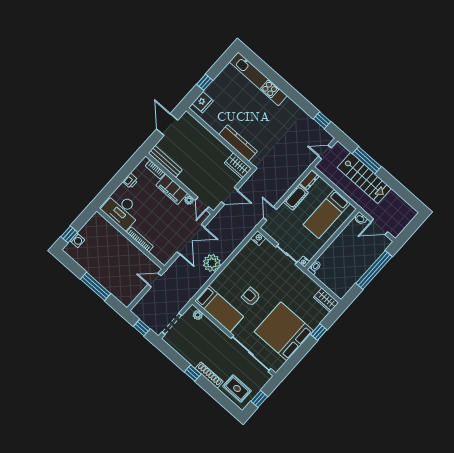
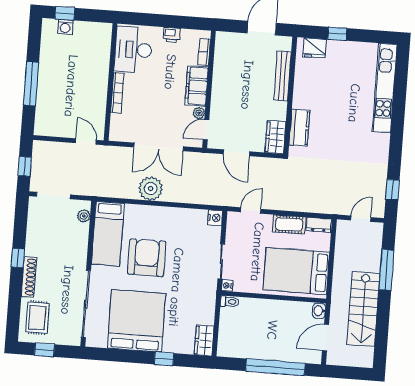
kitchen counter: (238, 143) -> (299, 128), width x0.67
door: (325, 152) -> (361, 219), hinge flipped
bench: (165, 161) -> (282, 76), moved
stairs: (364, 178) -> (363, 309), moved
bed: (327, 214) -> (296, 271), width x1.50
door: (379, 227) -> (326, 338), hinge flipped
armchair: (251, 297) -> (147, 258), width x1.88, depth x1.88

